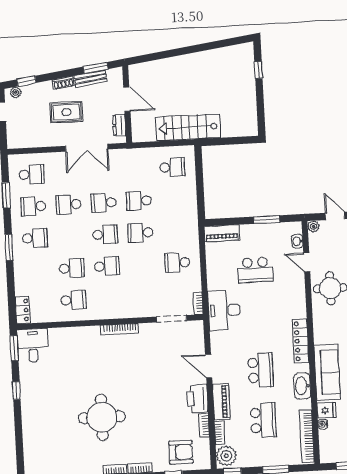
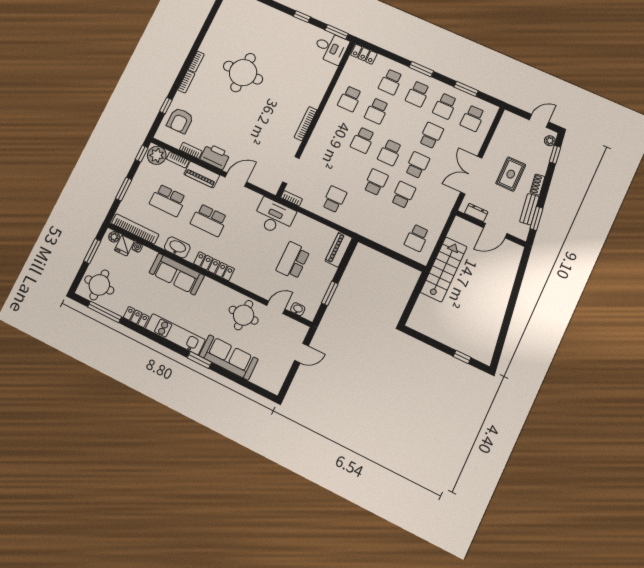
school desk: (33, 206) -> (445, 106), turned 180
plant: (313, 226) -> (114, 237), moved
school desk: (37, 270) -> (391, 82), added
fridge: (327, 410) -> (124, 246), moved

